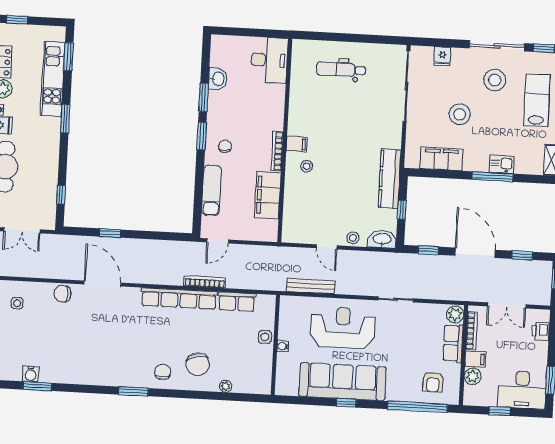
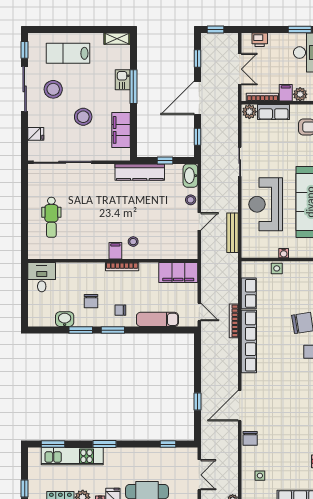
desk: (269, 60) -> (42, 277), width x0.73
chair: (238, 112) -> (91, 301), added
filing cabinet: (268, 195) -> (178, 272), moved

